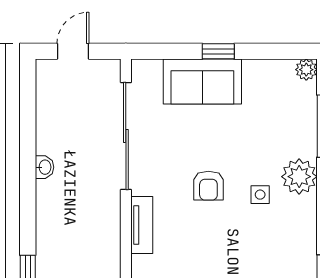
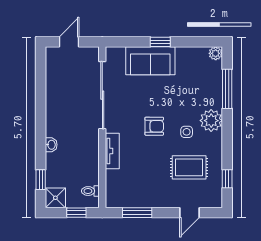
washbasin: (44, 167) -> (51, 145), moved
armchair: (208, 186) -> (154, 126), turned -90
rug: (264, 251) -> (189, 167), added

